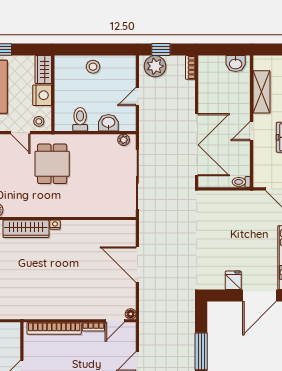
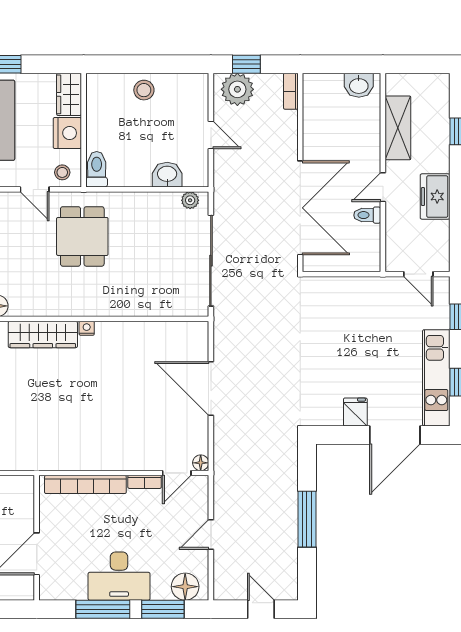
door: (137, 96) -> (211, 135), swing flipped
toilet: (80, 119) -> (97, 169), moved
toilet: (241, 182) -> (367, 215), moved

